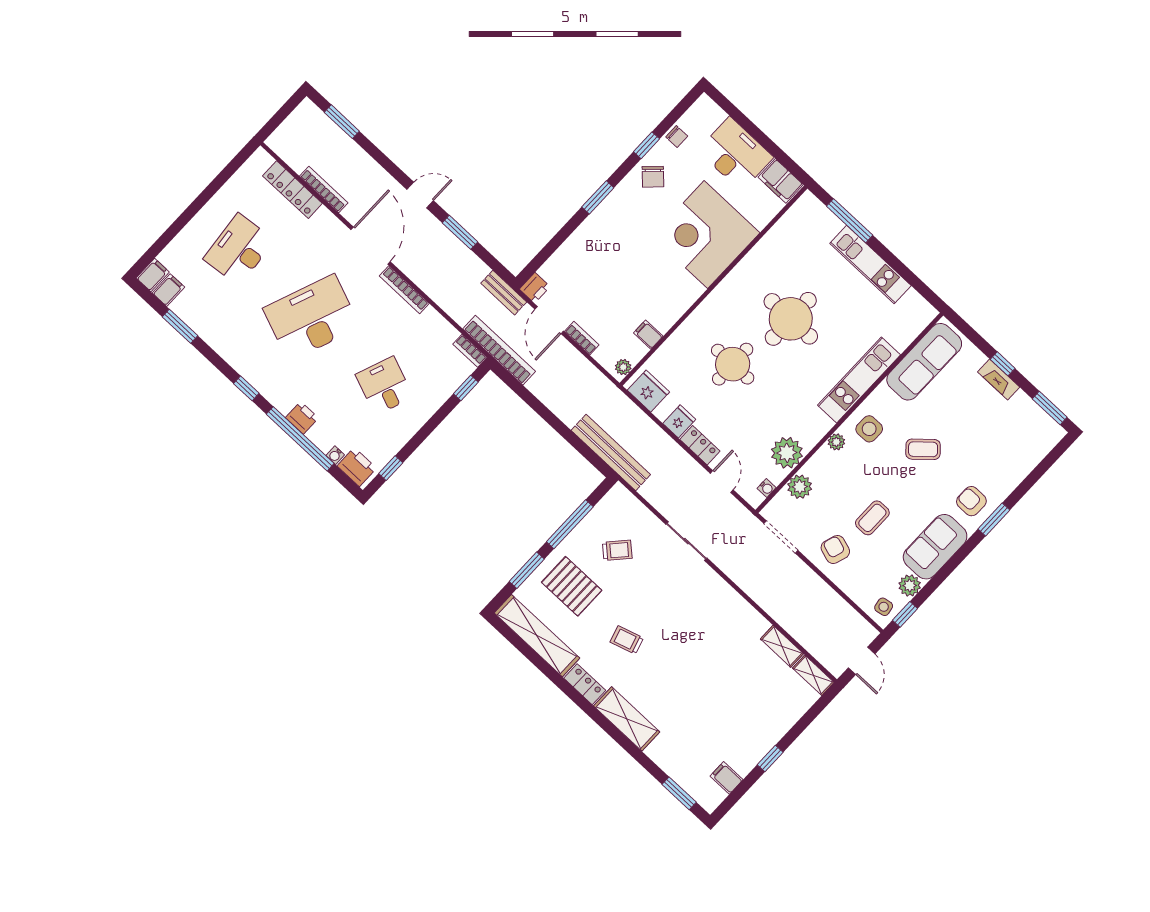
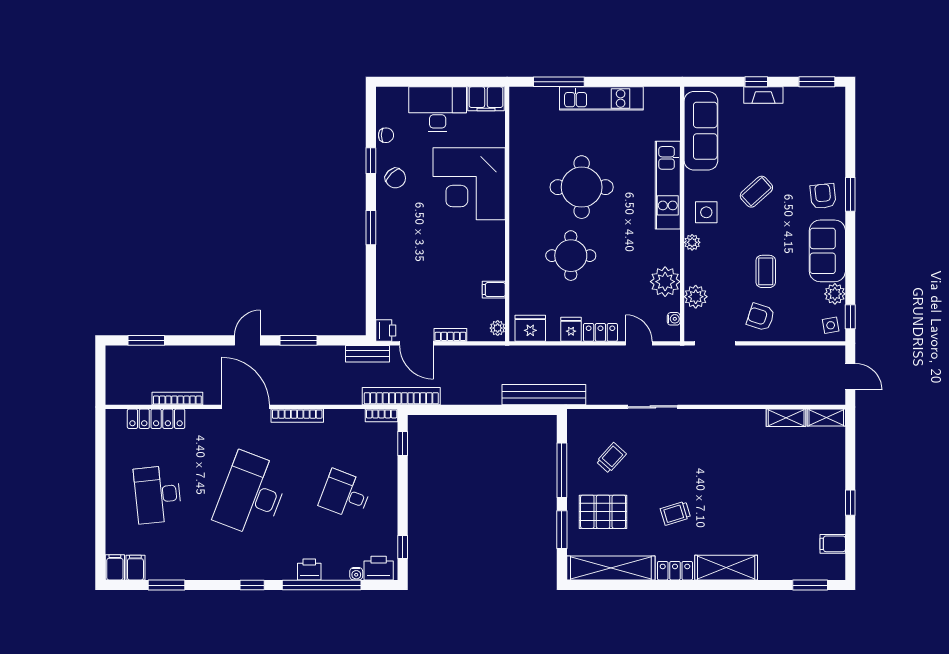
armchair: (971, 501) -> (823, 196), turned 84

